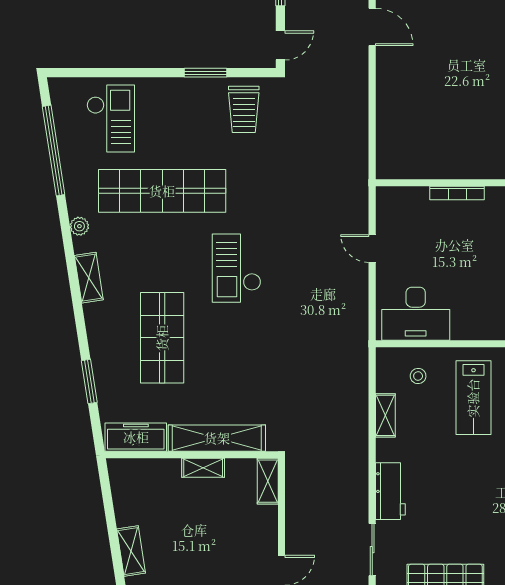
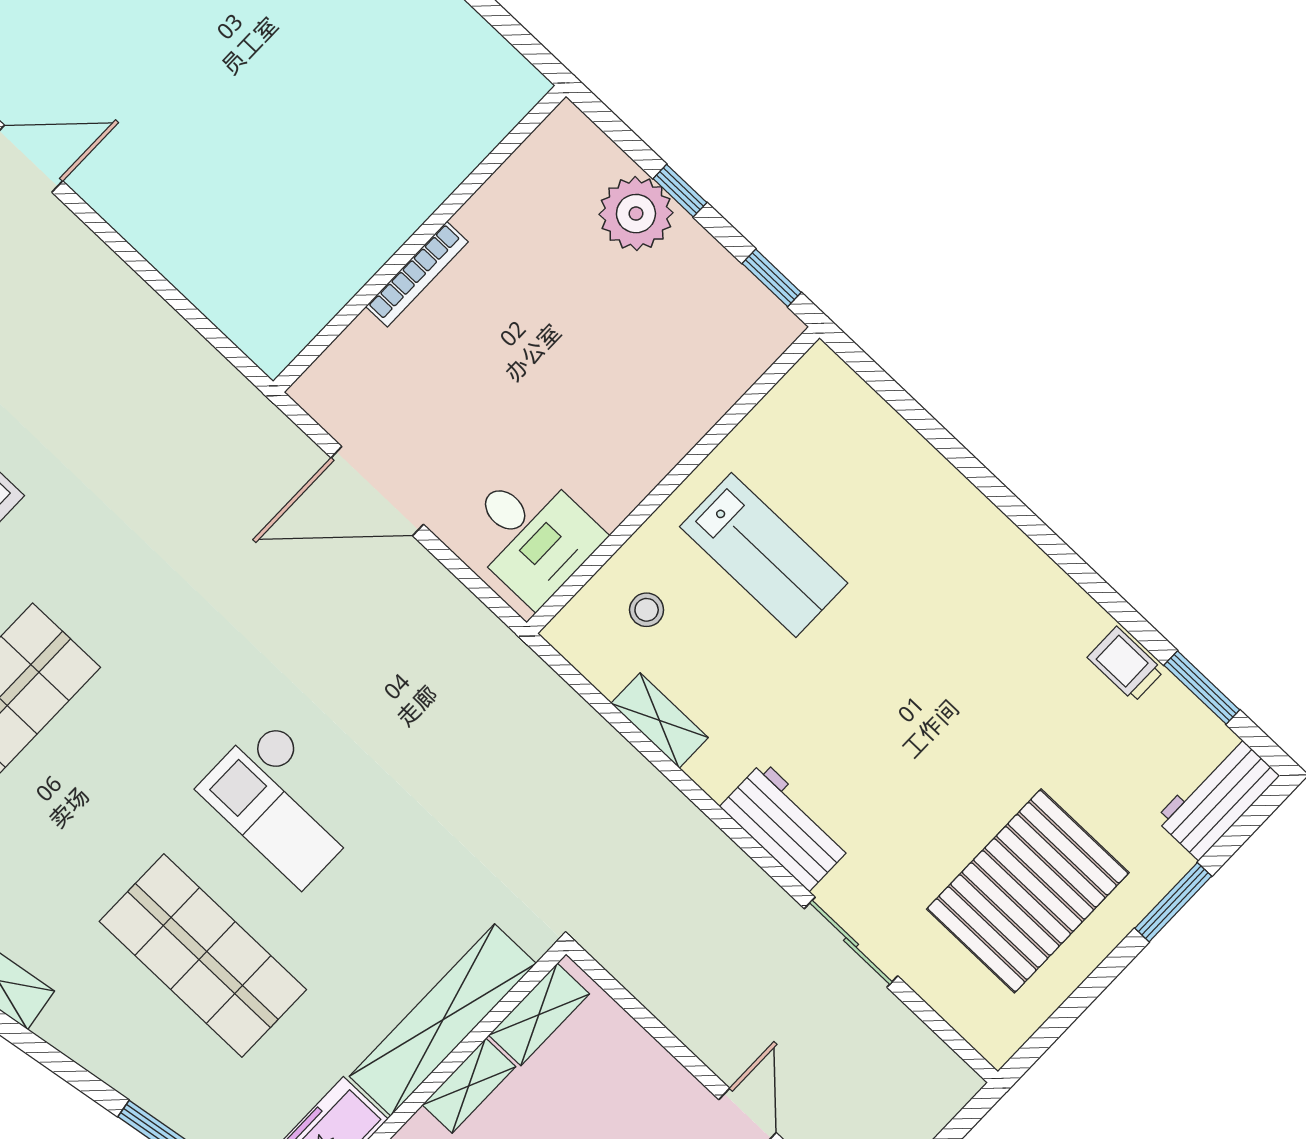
door: (372, 249) -> (377, 491), width x1.88
checkout: (237, 268) -> (284, 803), moved
desk: (416, 314) -> (531, 535), width x0.73
shelving: (268, 481) -> (539, 1014), moved, turned 90

